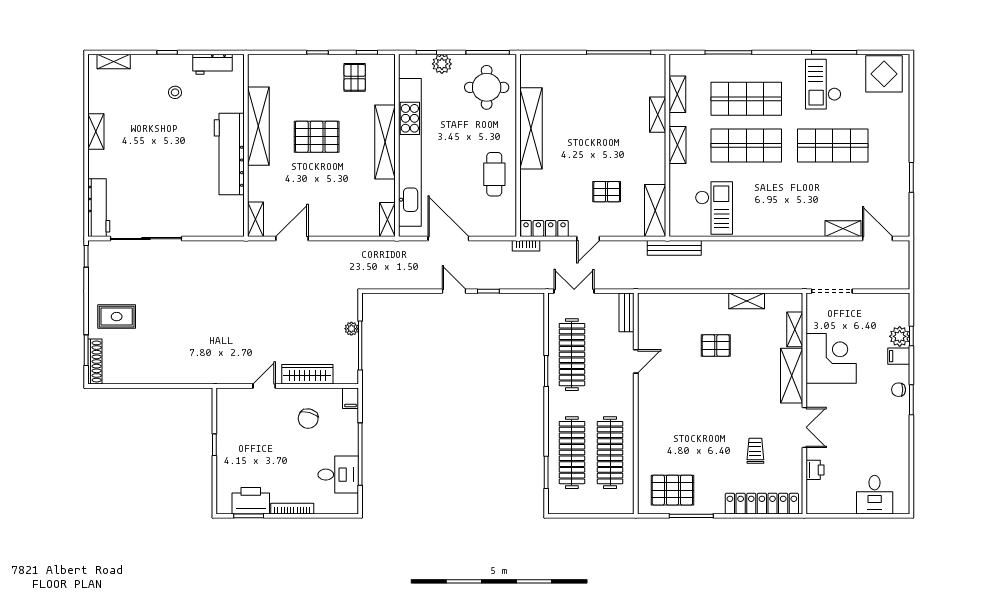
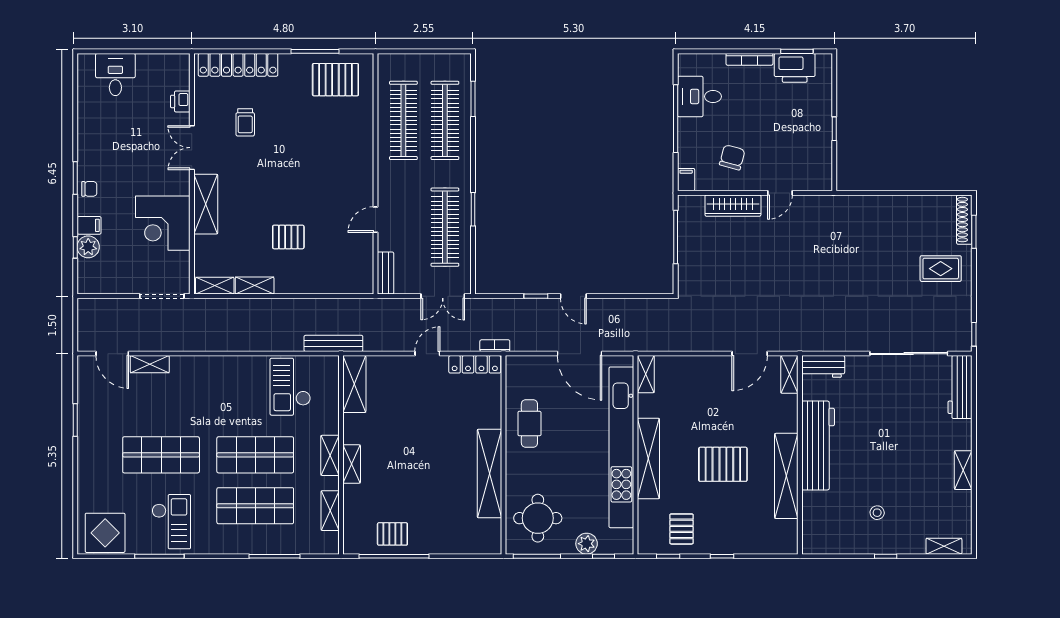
workbench: (212, 64) -> (823, 366), moved, turned 180
shelving: (658, 115) -> (352, 464), moved
pallet: (607, 192) -> (392, 534), moved
plant: (351, 329) -> (685, 255), removed
shelving: (795, 329) -> (215, 286), moved, turned 90

